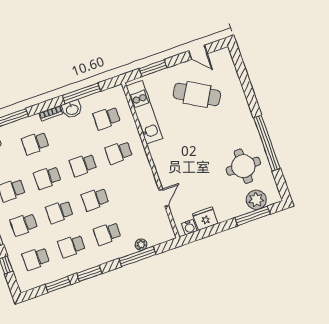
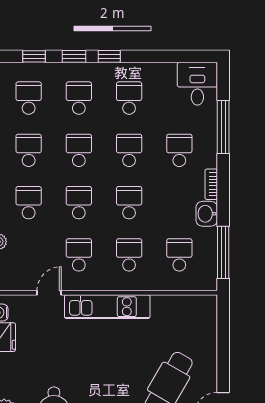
window: (153, 68) -> (223, 338), removed
window: (81, 93) -> (223, 252), moved
kitchen unit: (144, 112) -> (107, 307), moved
school desk: (131, 187) -> (79, 255), added
door: (164, 198) -> (49, 293), swing flipped

